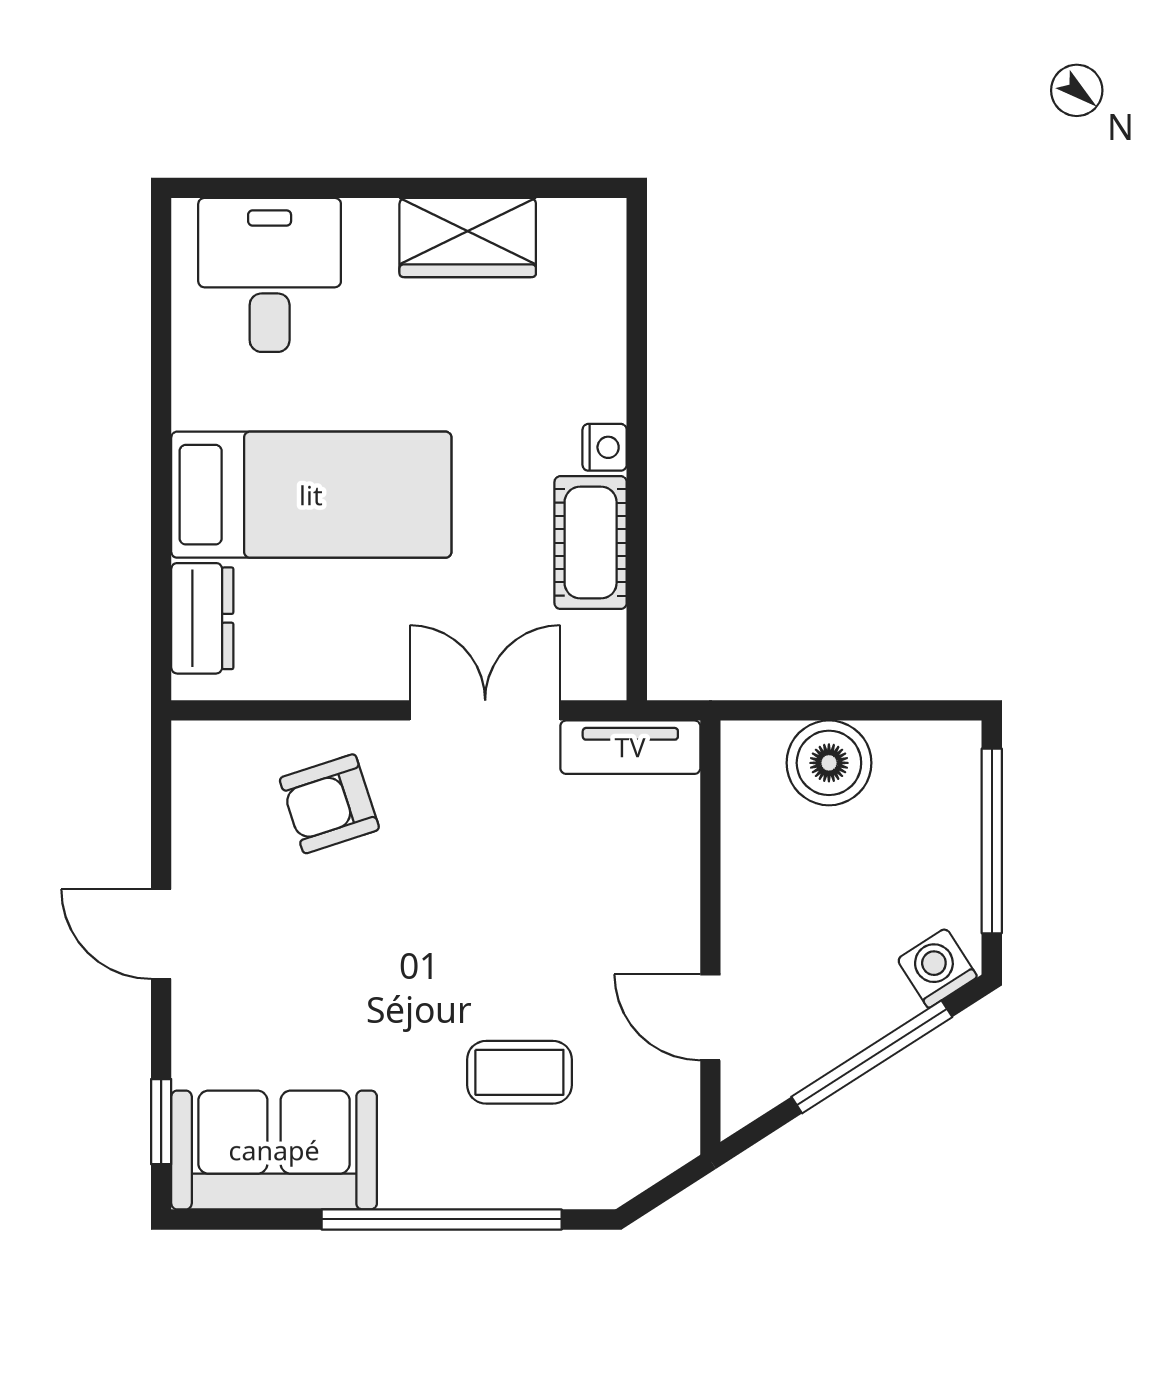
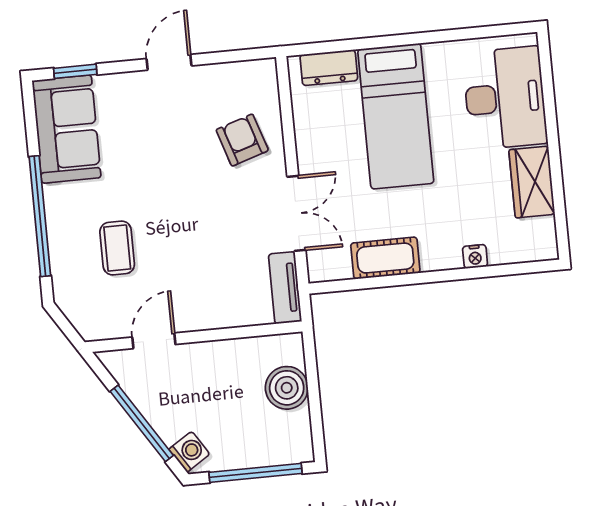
desk: (270, 275) -> (505, 98), width x1.37
nightstand: (605, 447) -> (475, 256), moved

